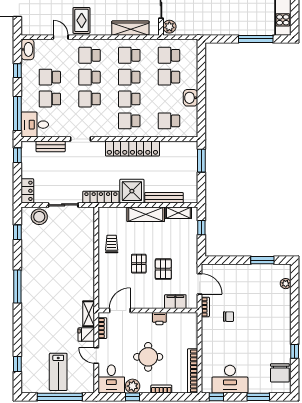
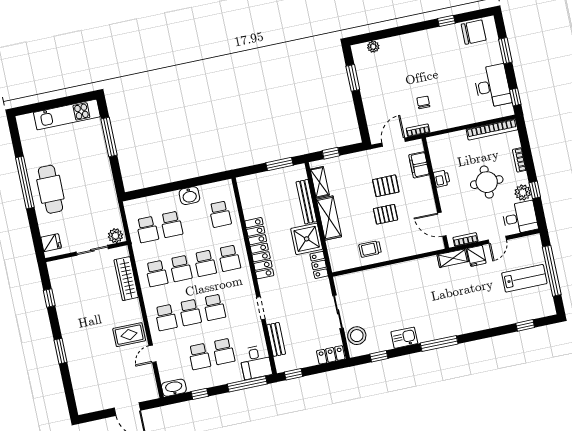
window: (201, 161) -> (280, 164), moved
locker: (101, 197) -> (319, 265), width x0.66
kitchen sink: (29, 257) -> (404, 338), added

